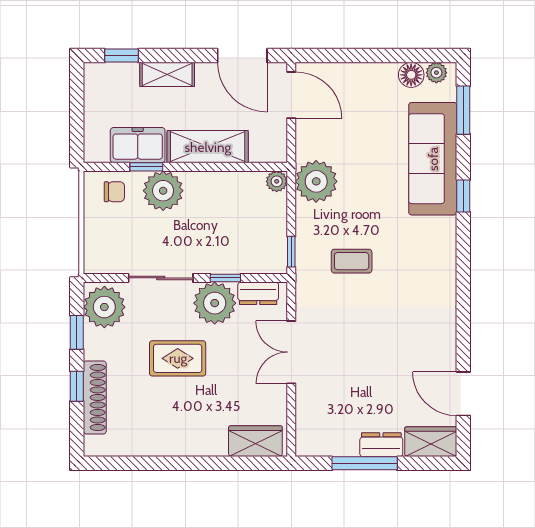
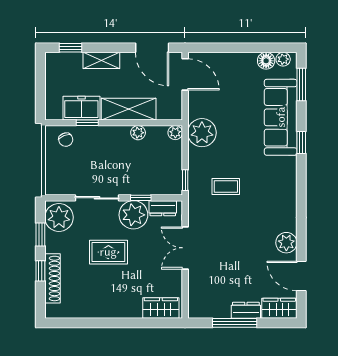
plant: (163, 191) -> (138, 133), moved, width x0.53, depth x0.53
chair: (114, 192) -> (66, 140), turned 69
plant: (441, 344) -> (286, 243), added

